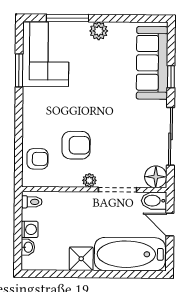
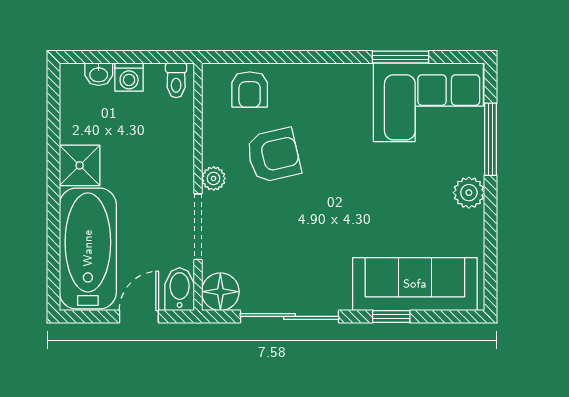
armchair: (76, 145) -> (273, 155), turned -103

